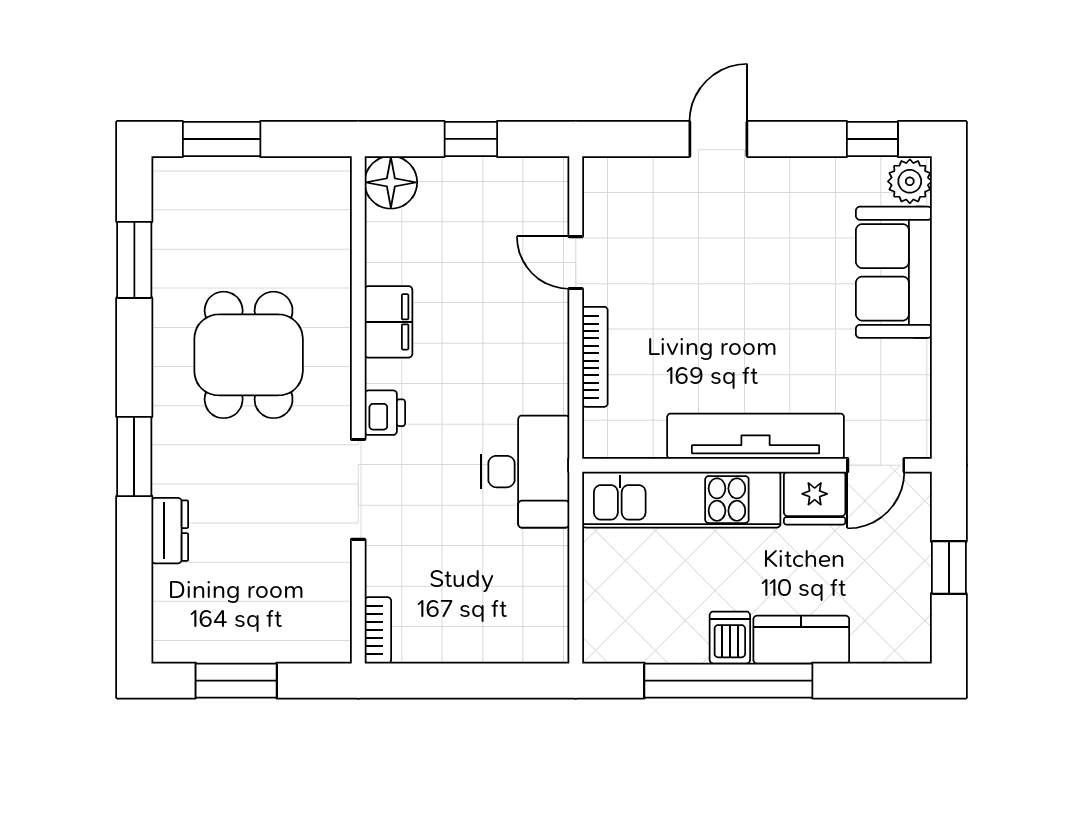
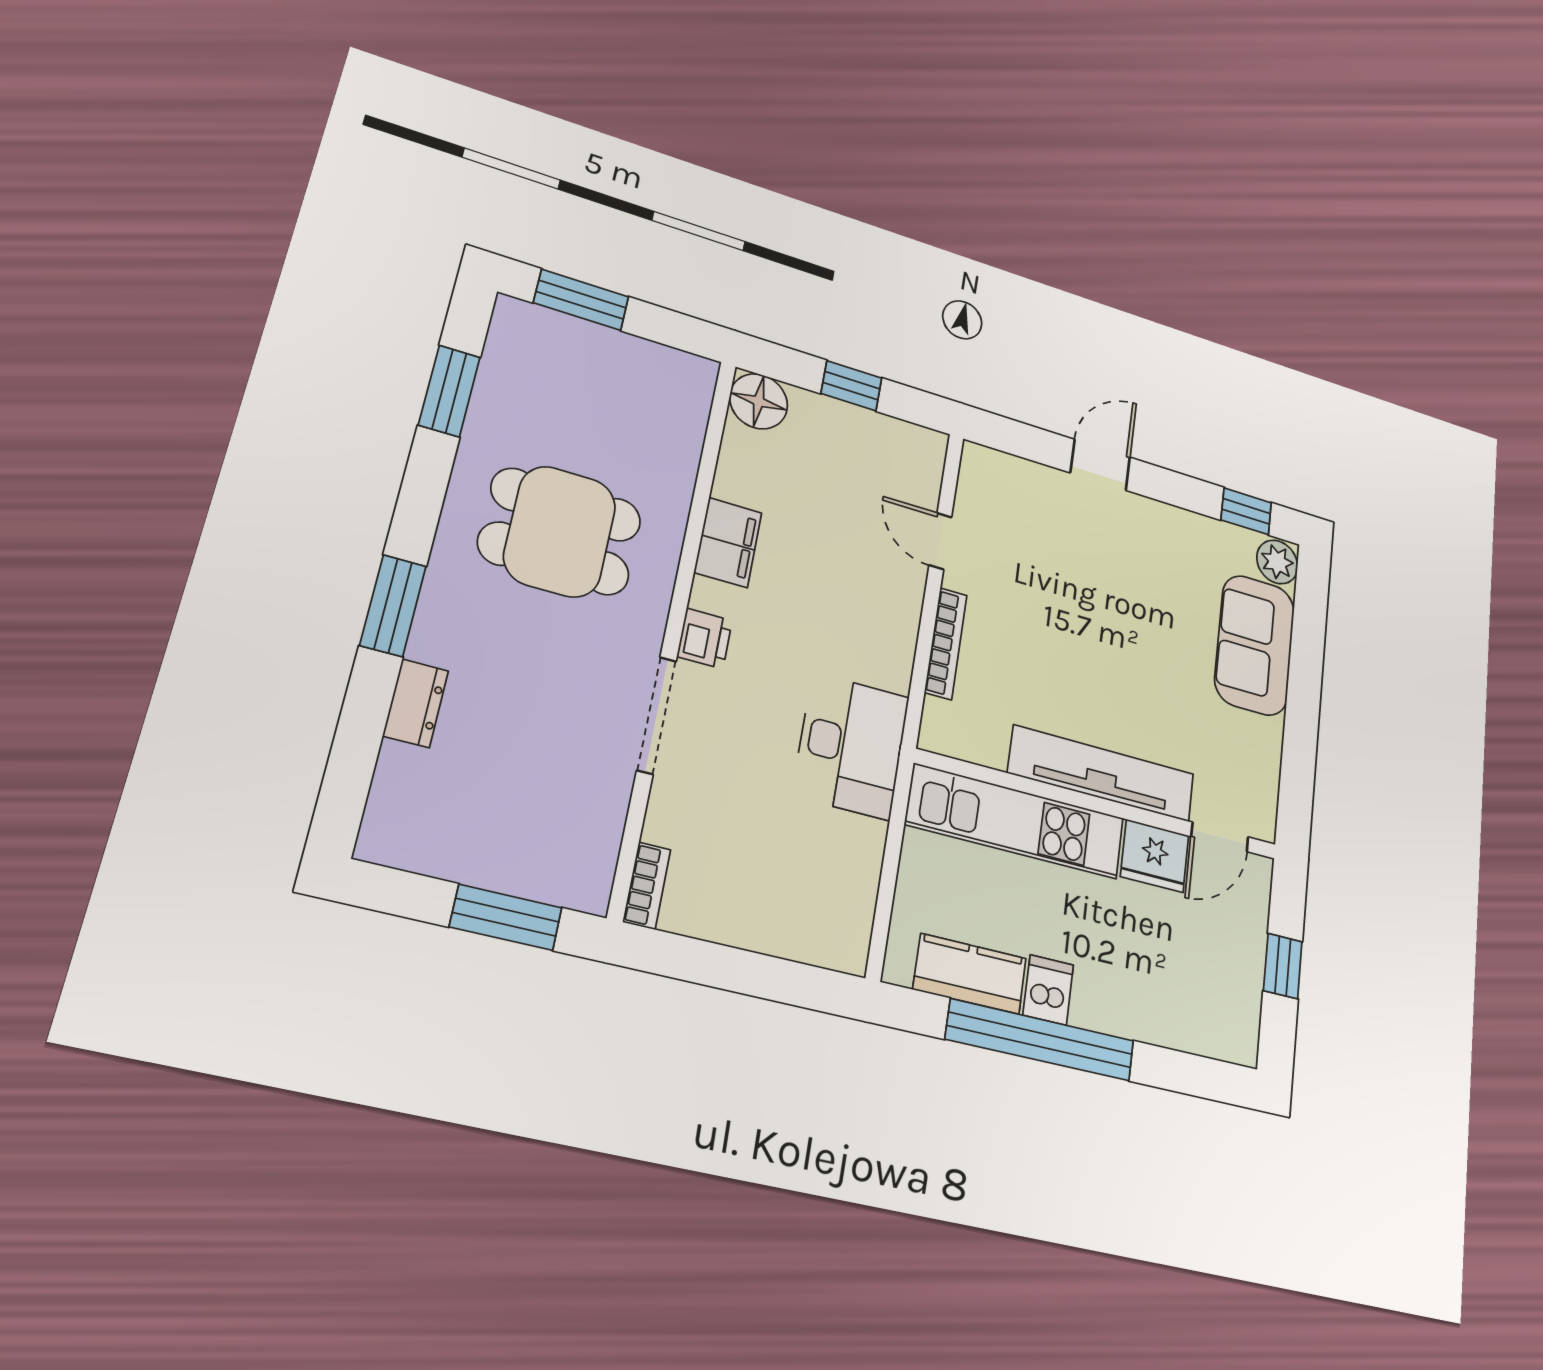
dining table: (249, 355) -> (560, 532), turned 90
kitchen counter: (801, 640) -> (970, 974), moved
window: (236, 681) -> (506, 917), moved

